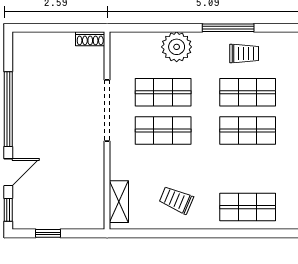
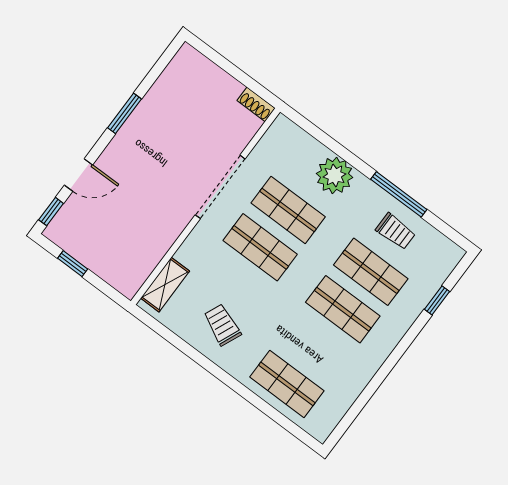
window: (8, 109) -> (125, 113), width x0.47

